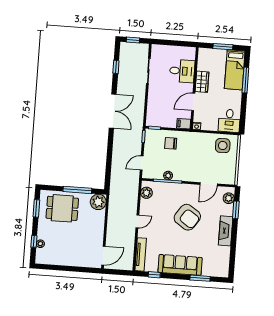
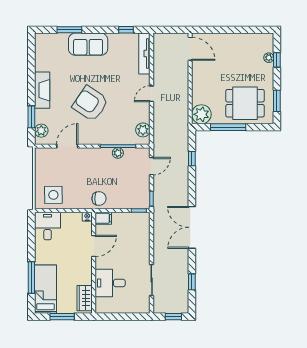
wardrobe: (202, 82) -> (85, 298), moved
chair: (171, 143) -> (99, 199), moved
window: (109, 167) -> (192, 159), added
door: (103, 256) -> (190, 49), swing flipped
sofa: (180, 265) -> (88, 44), width x0.73

